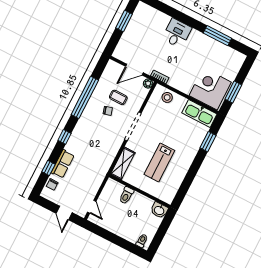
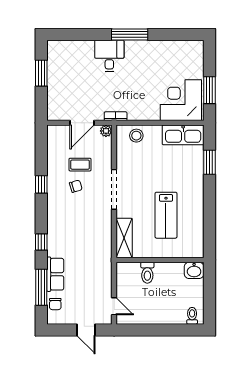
window: (217, 36) -> (130, 34), moved
window: (85, 97) -> (41, 184), width x0.32
window: (48, 168) -> (41, 287), width x2.17

